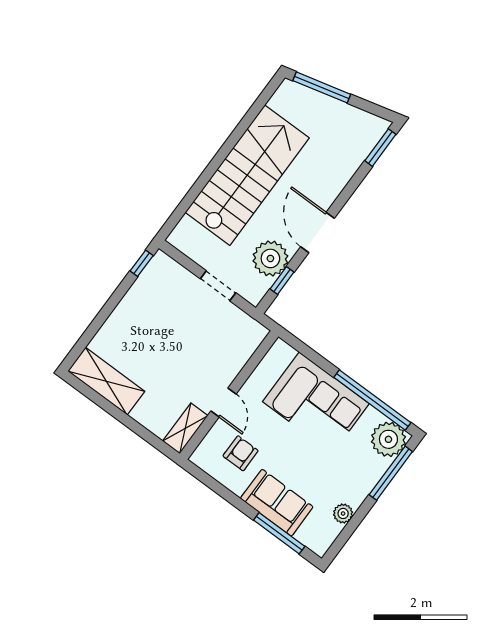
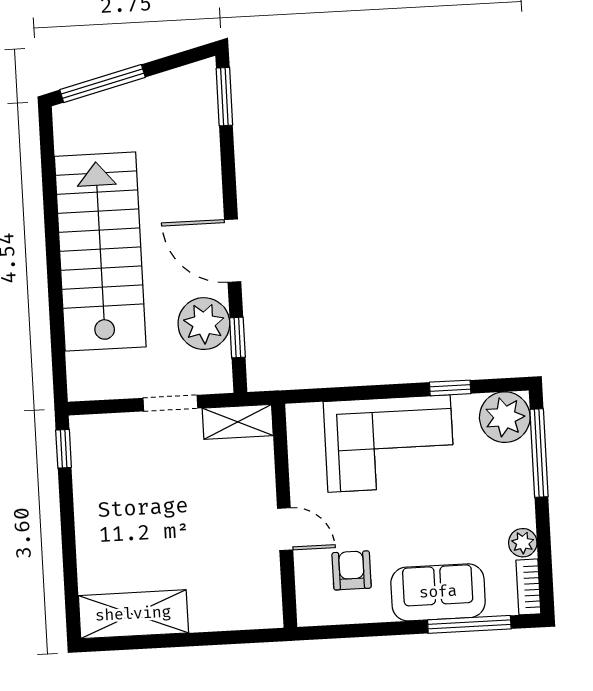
window: (372, 400) -> (450, 388), width x0.32
shelving: (185, 428) -> (238, 422), moved, turned 90
bookcase: (327, 539) -> (528, 587), added

